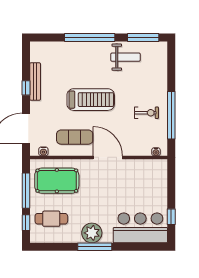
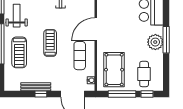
treadmill: (79, 60) -> (19, 52), added
treadmill: (91, 100) -> (50, 43), width x0.73, depth x0.73

